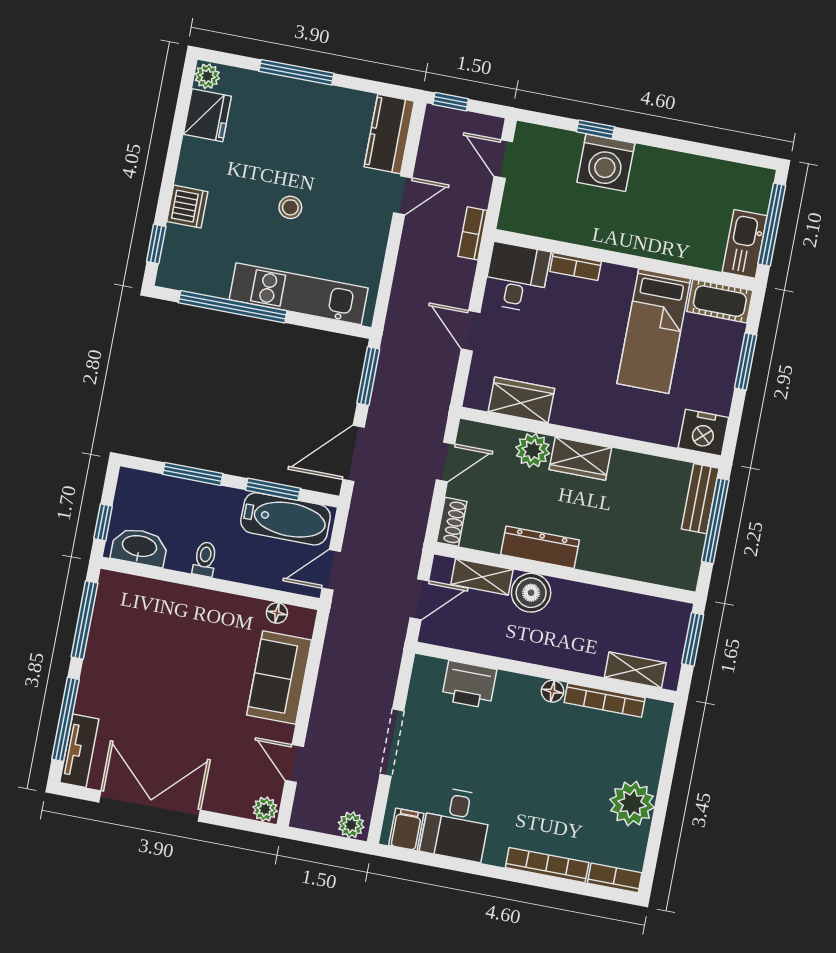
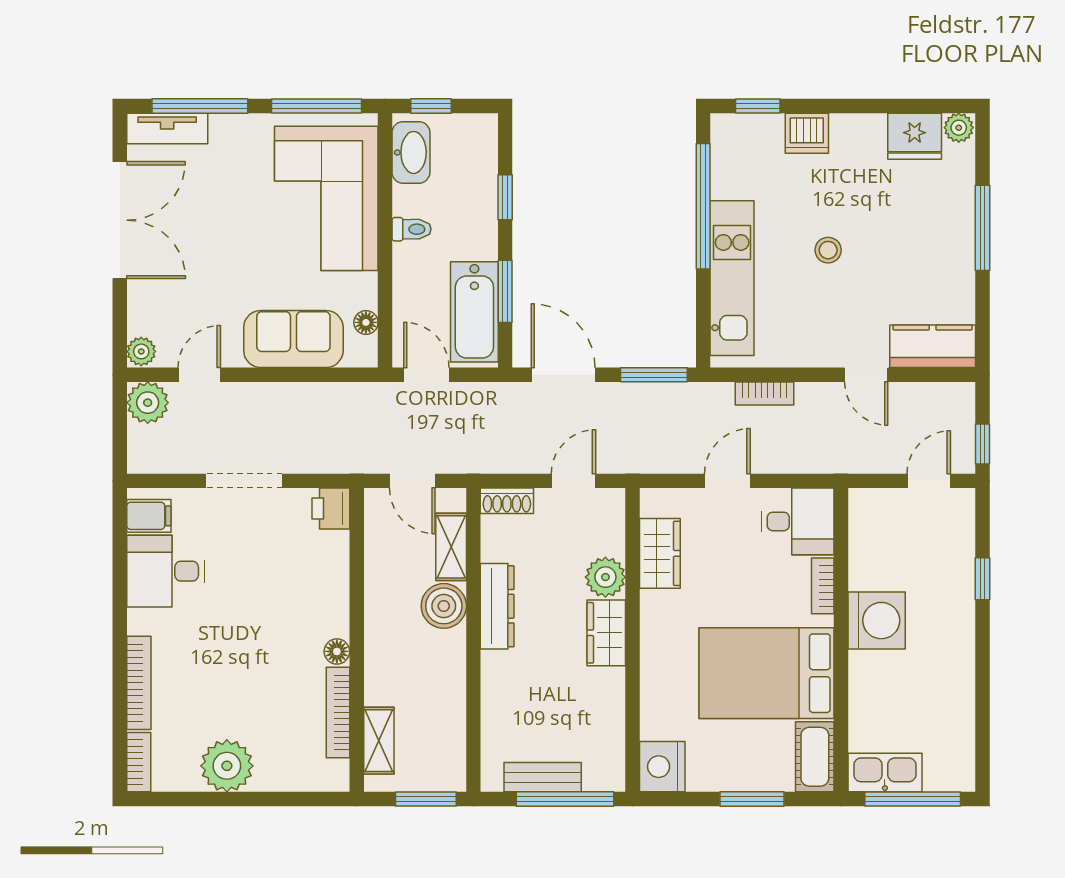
window: (451, 102) -> (982, 444), moved
washing machine: (606, 163) -> (877, 621), moved, turned 180
bookcase: (473, 233) -> (765, 393), moved, turned 180
bed: (654, 331) -> (767, 673), width x1.50
door: (446, 462) -> (574, 481), swing flipped
window: (193, 474) -> (505, 197), width x0.67
bench: (700, 499) -> (543, 777), moved
corner sofa: (165, 627) -> (326, 198), added
printer: (469, 685) -> (331, 509), moved, width x0.73, depth x0.81
plant: (351, 825) -> (148, 403), moved, width x1.38, depth x1.38

